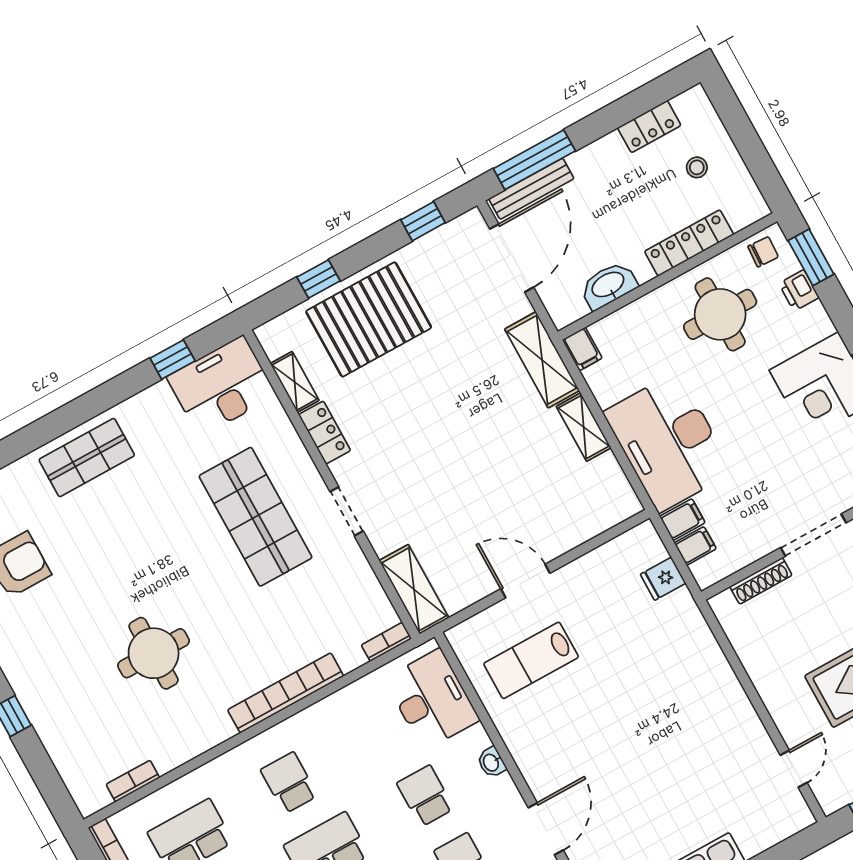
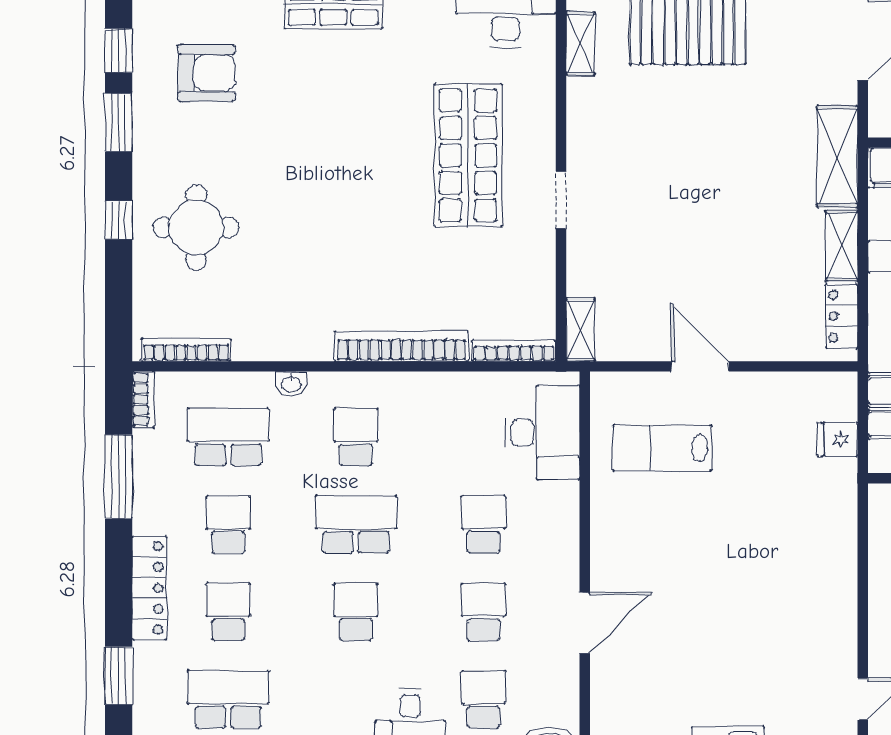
locker: (325, 433) -> (841, 316), moved, turned 180
shelving: (414, 589) -> (580, 330), width x0.67, depth x0.75
bookcase: (386, 642) -> (514, 351), width x1.56
round table: (154, 653) -> (196, 227), moved
washbasin: (491, 762) -> (291, 384), moved, turned -90
bookcase: (133, 781) -> (186, 350), width x1.56

